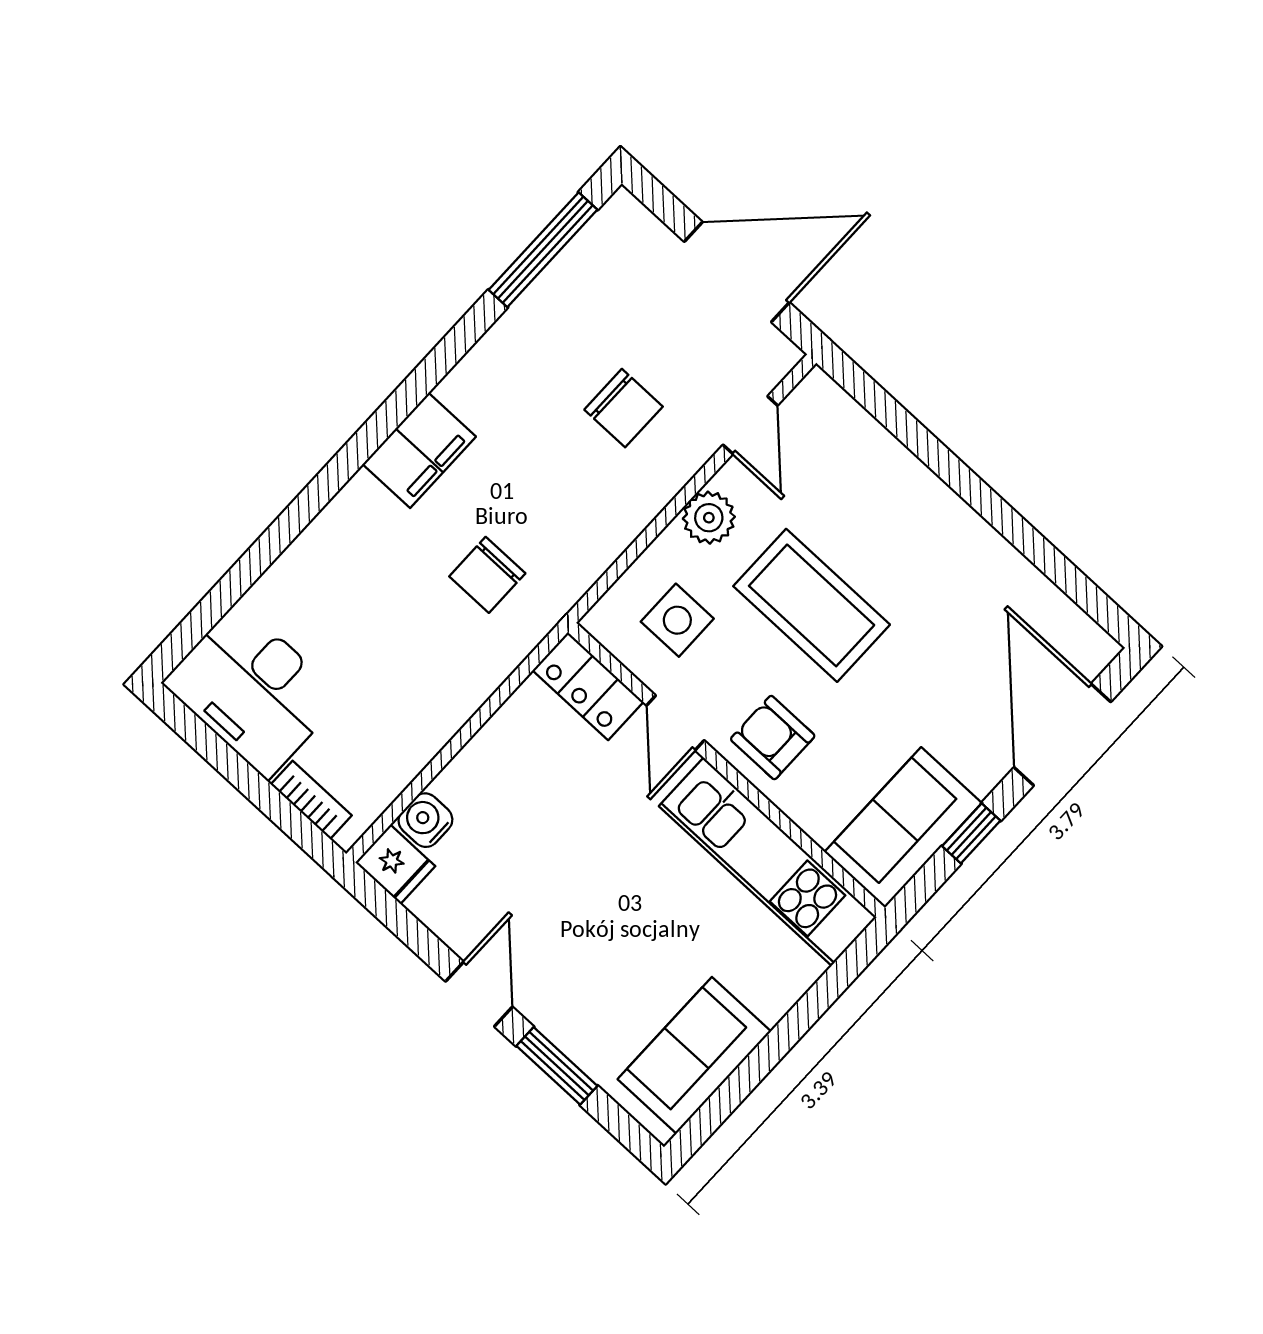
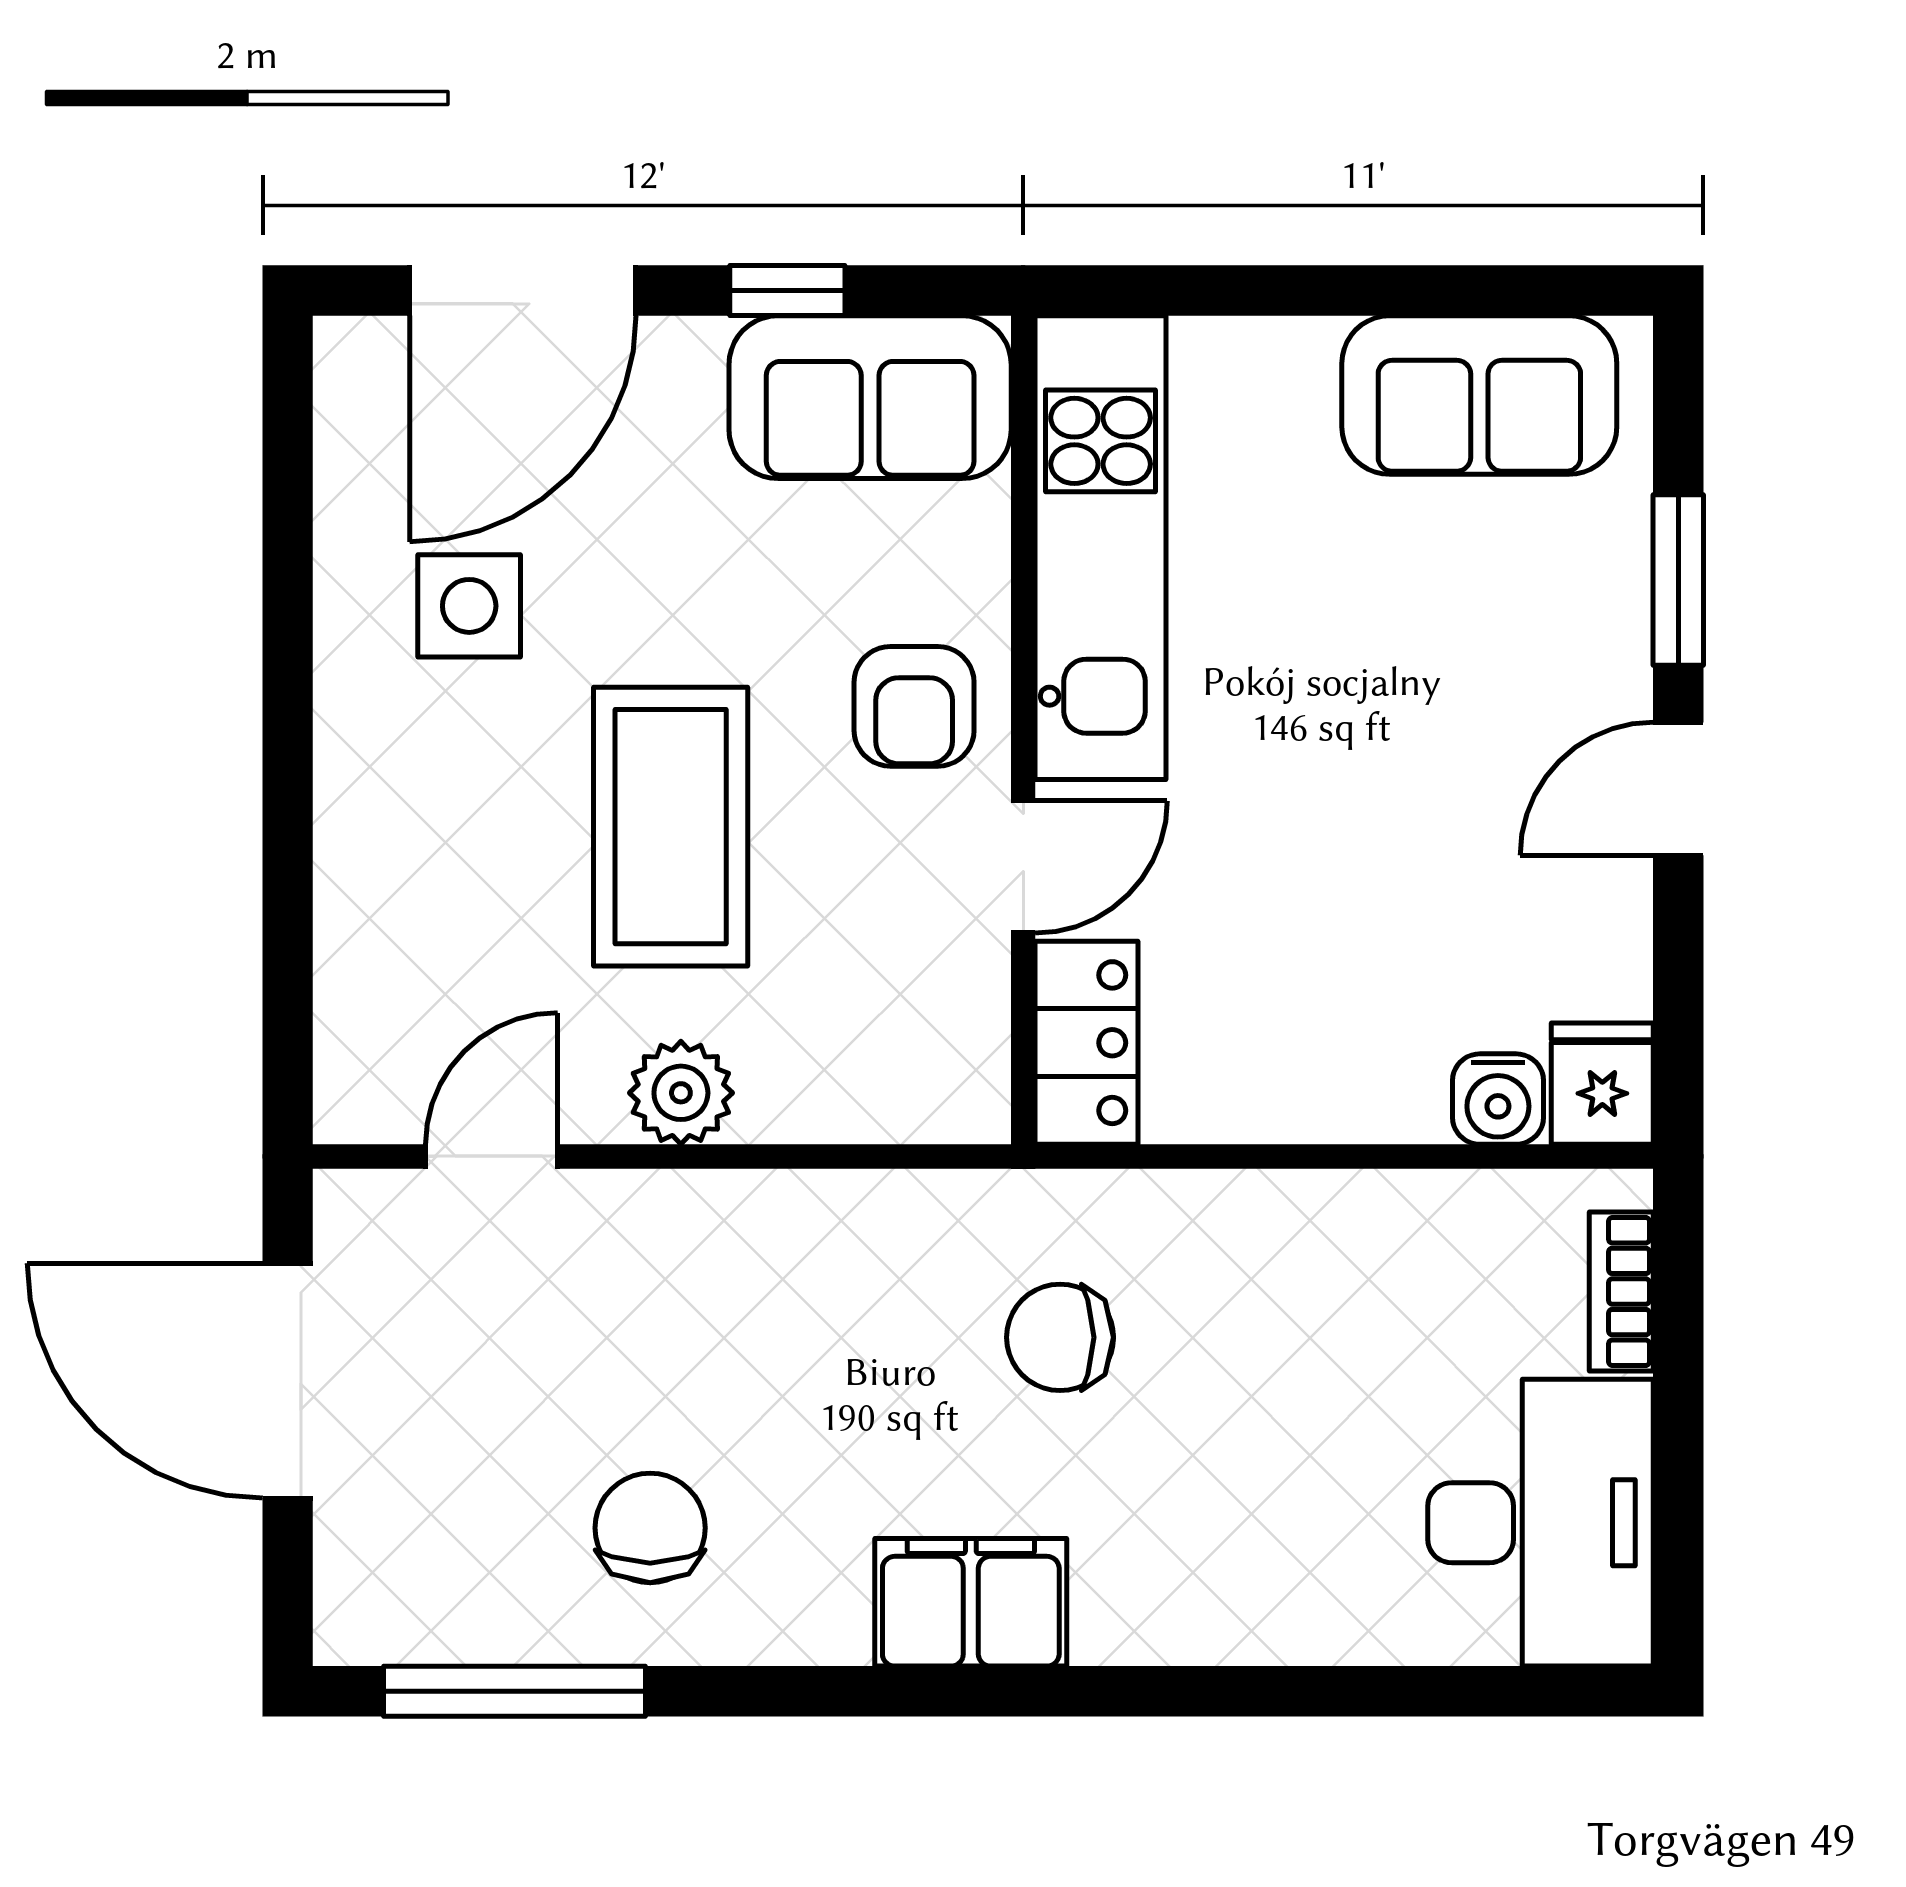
chair: (624, 408) -> (650, 1528), moved
chair: (487, 575) -> (1060, 1337), turned 180
side table: (677, 620) -> (469, 606), moved

